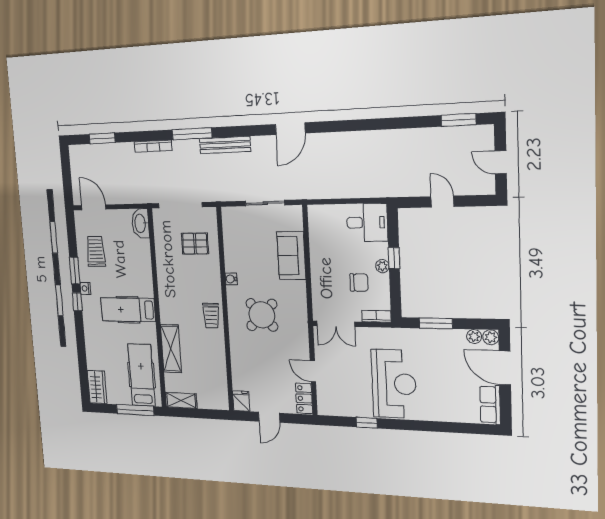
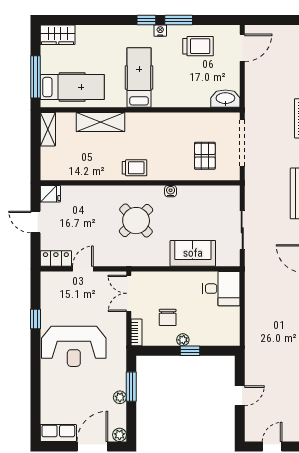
desk: (367, 222) -> (221, 289), moved, turned -90
trolley: (211, 316) -> (135, 168), turned 180
plant: (474, 336) -> (120, 397), moved

